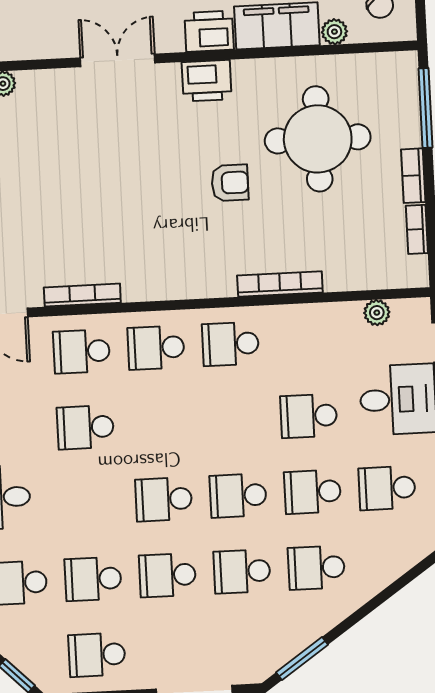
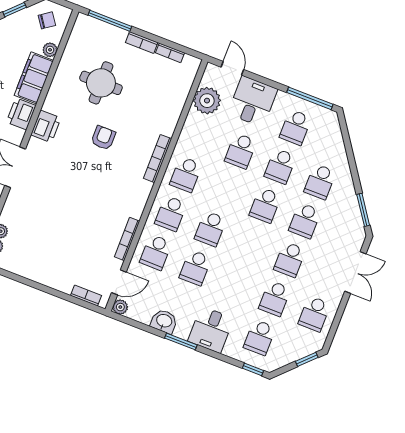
round table: (318, 139) -> (101, 83), width x0.73, depth x0.73
bookcase: (280, 284) -> (158, 159), moved
plant: (377, 313) -> (207, 101), width x1.88, depth x1.88
school desk: (164, 499) -> (210, 229), moved

